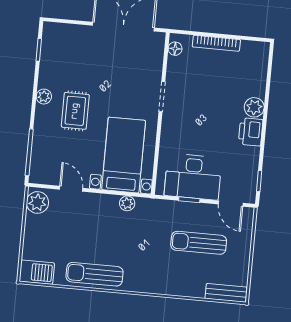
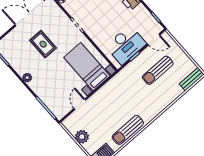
rug: (75, 111) -> (43, 44), moved
door: (71, 189) -> (80, 104), hinge flipped
plant: (37, 202) -> (82, 137), moved
plant: (127, 203) -> (110, 86), removed

